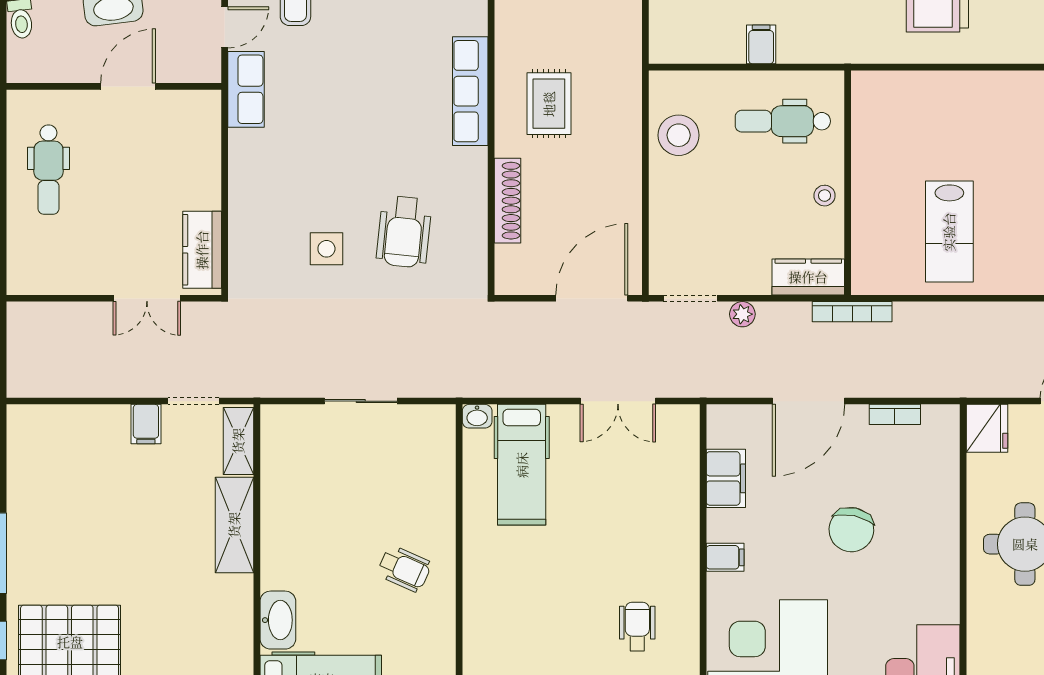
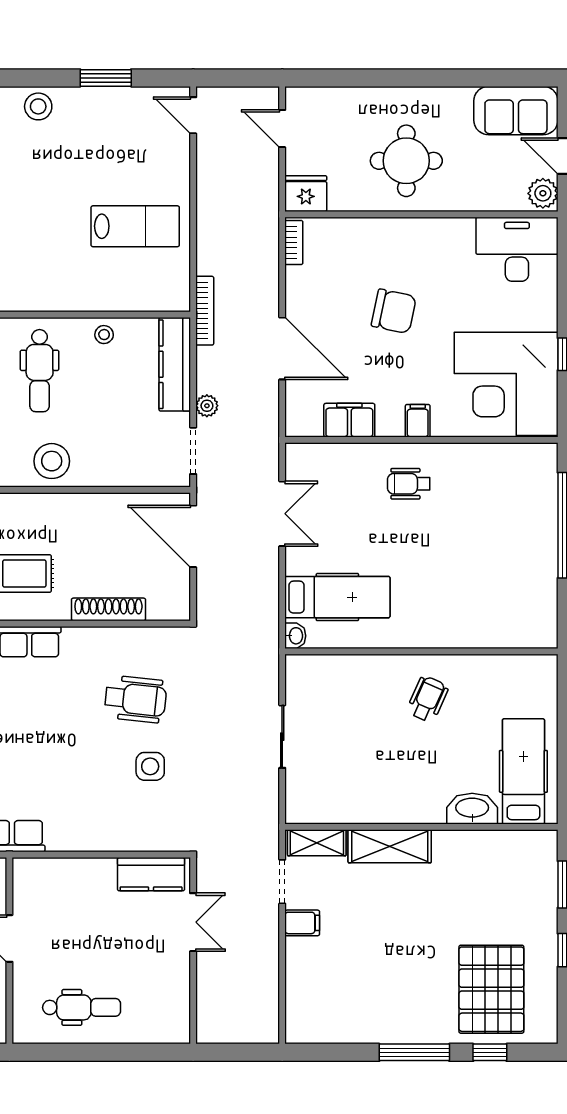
kitchen counter: (808, 277) -> (175, 364), width x1.50
bookcase: (895, 414) -> (294, 242), moved
wheelchair: (637, 627) -> (409, 484), moved

